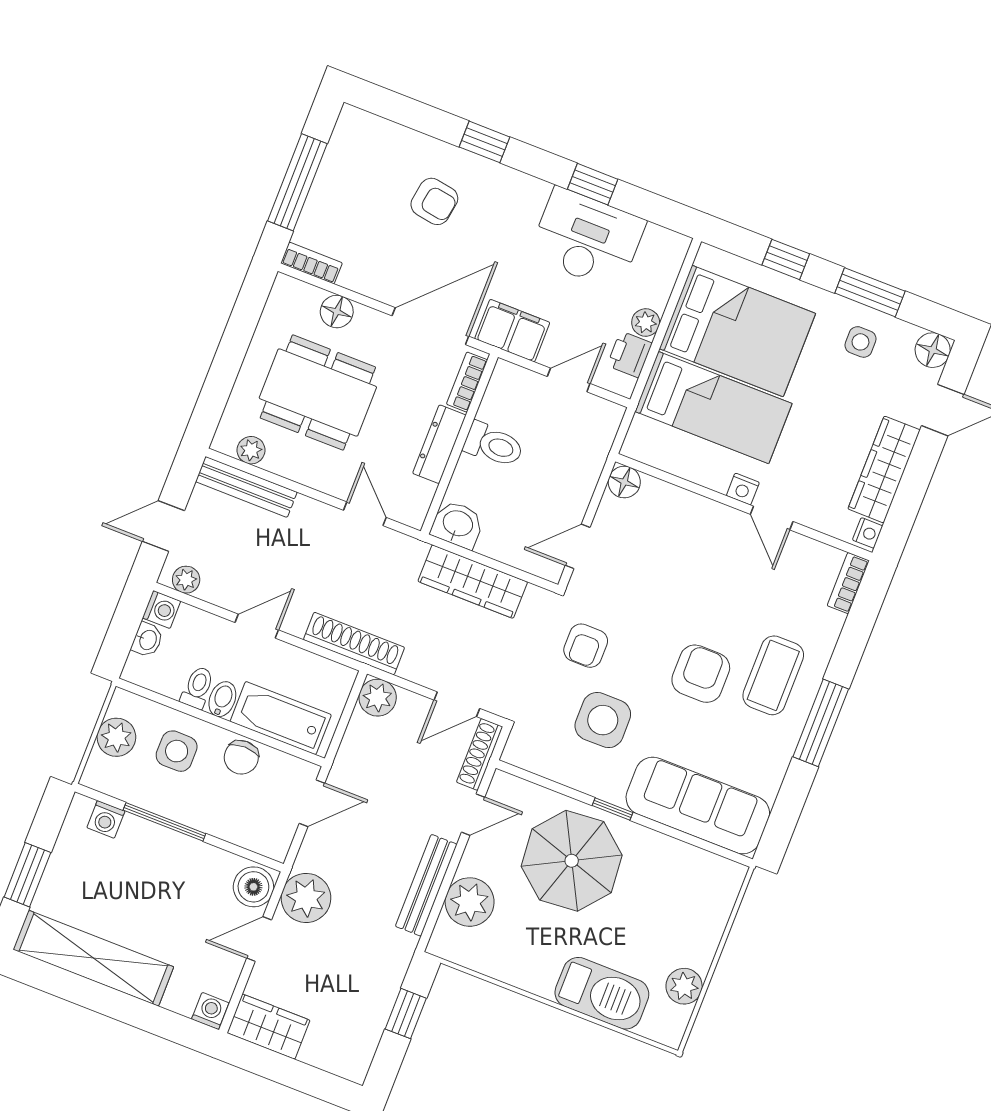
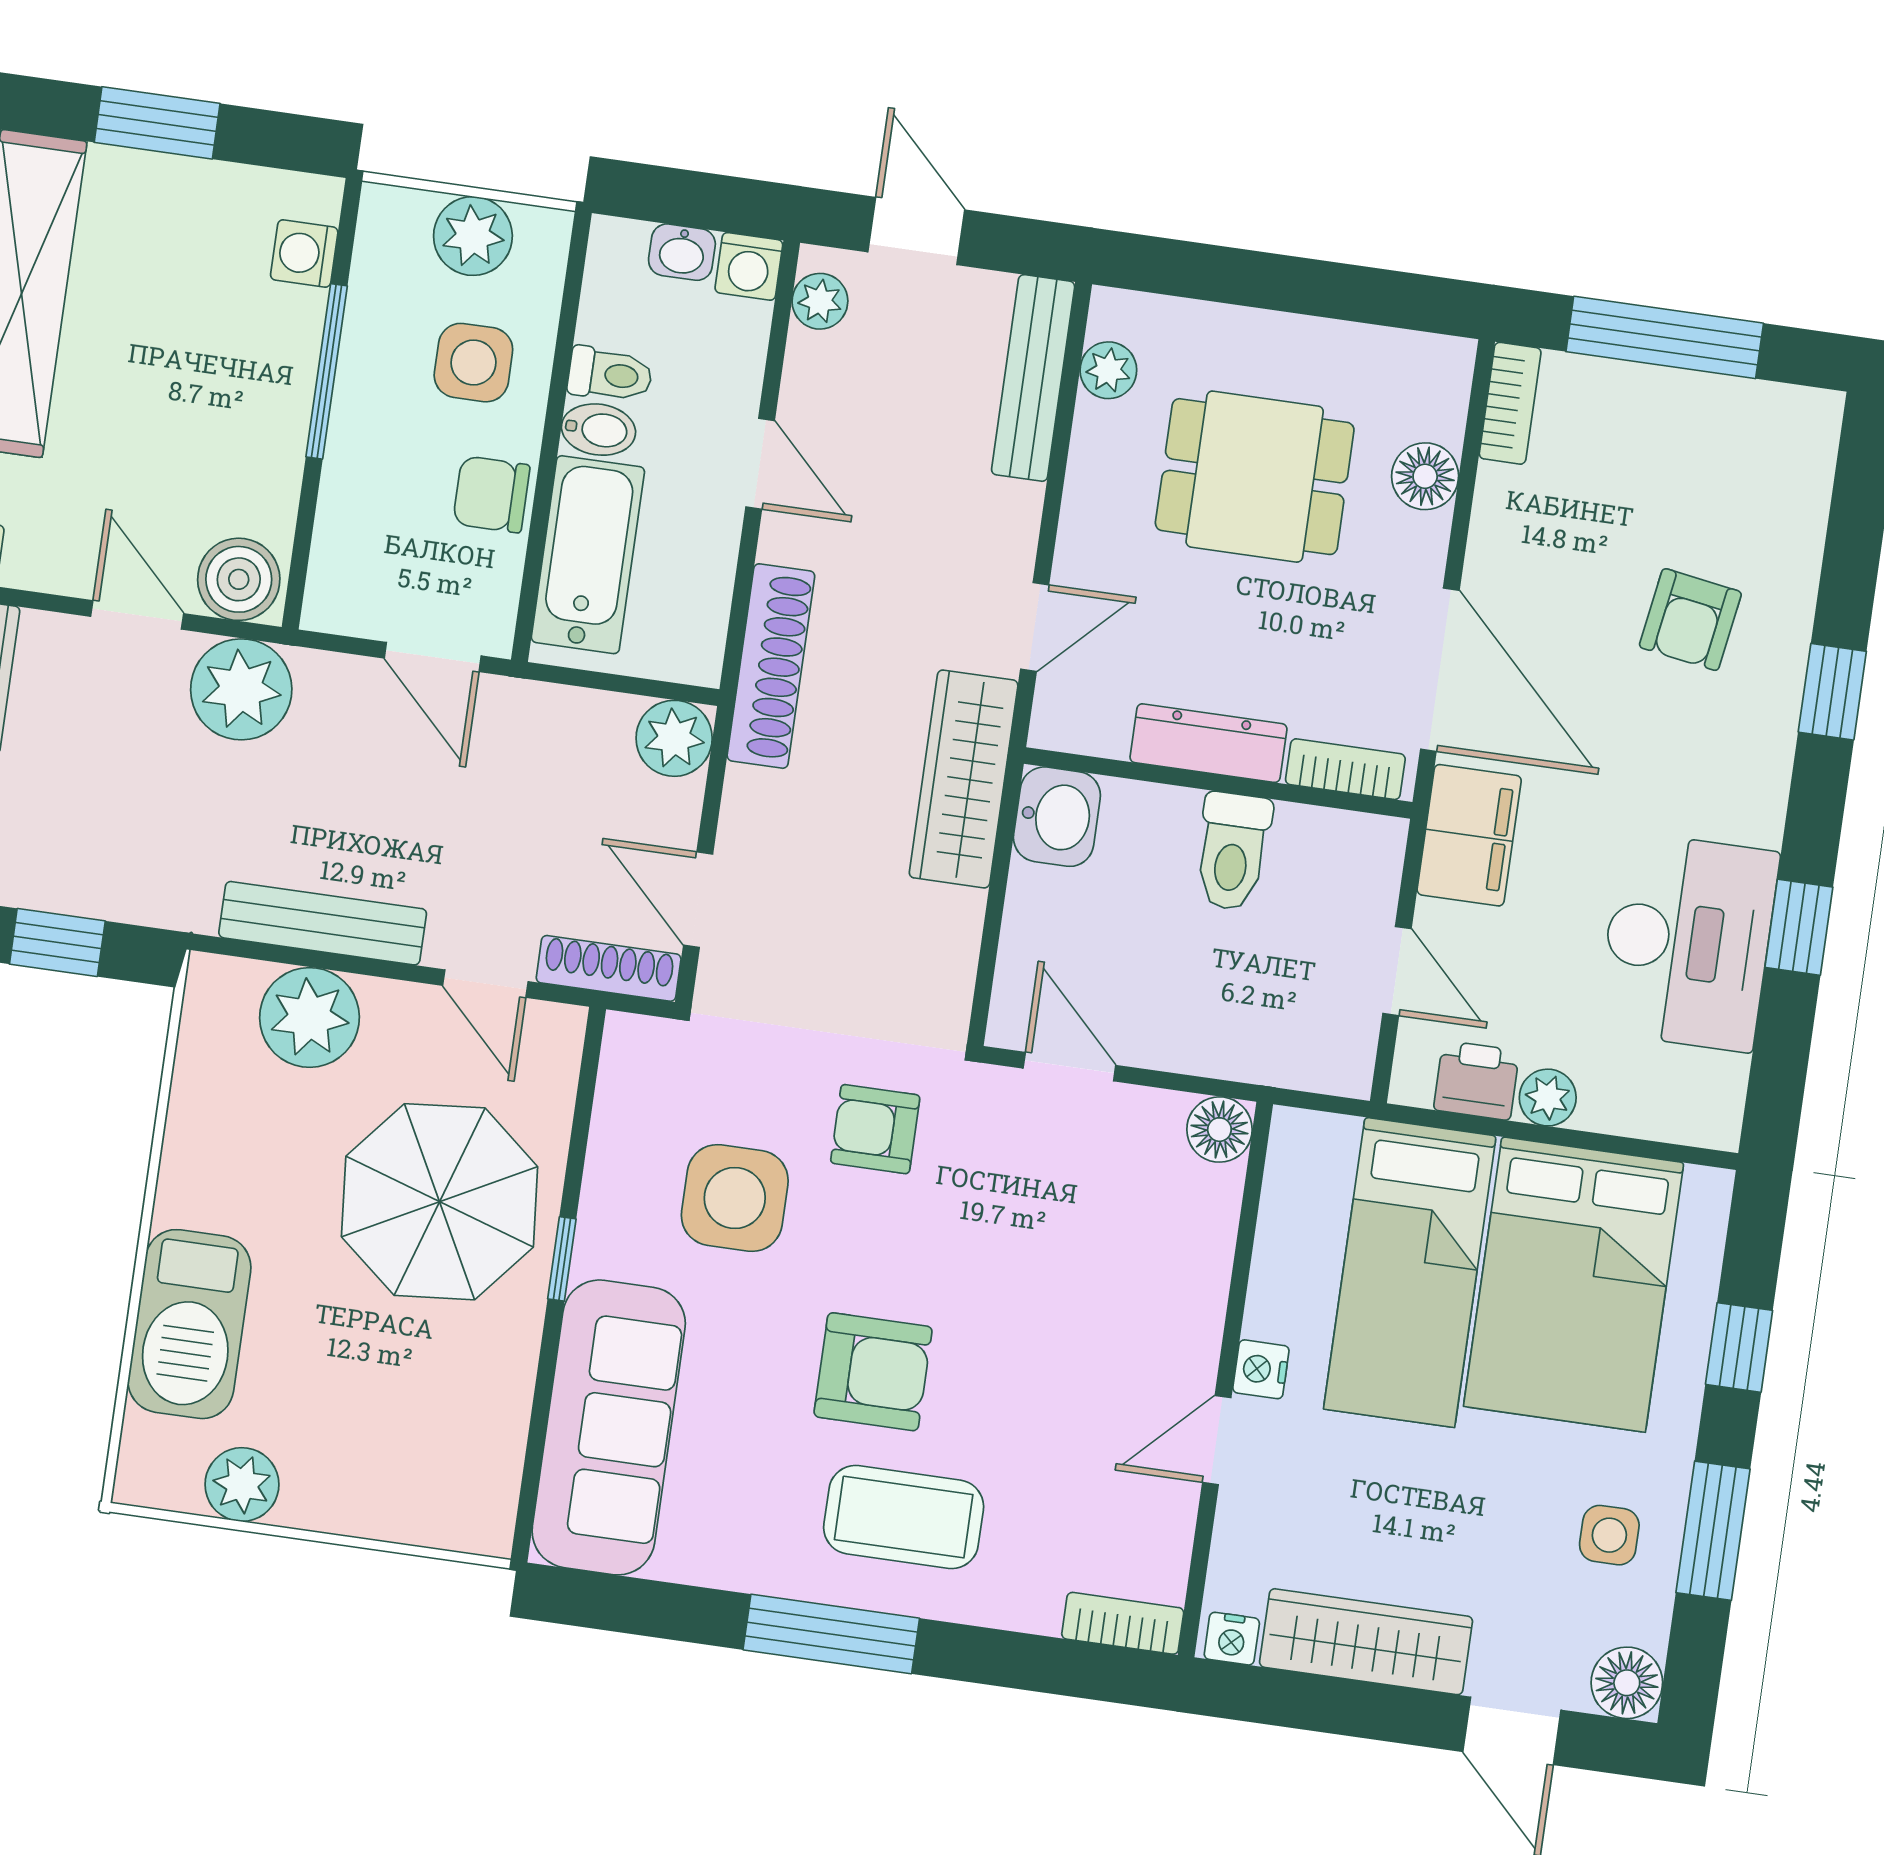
dining table: (318, 393) -> (1255, 477), width x0.73
wardrobe: (473, 582) -> (964, 779), moved

